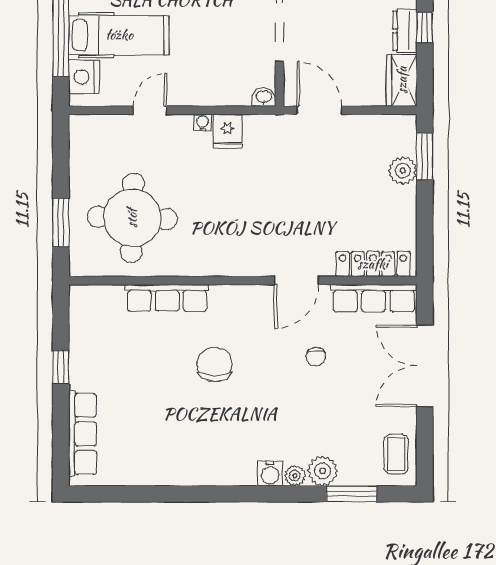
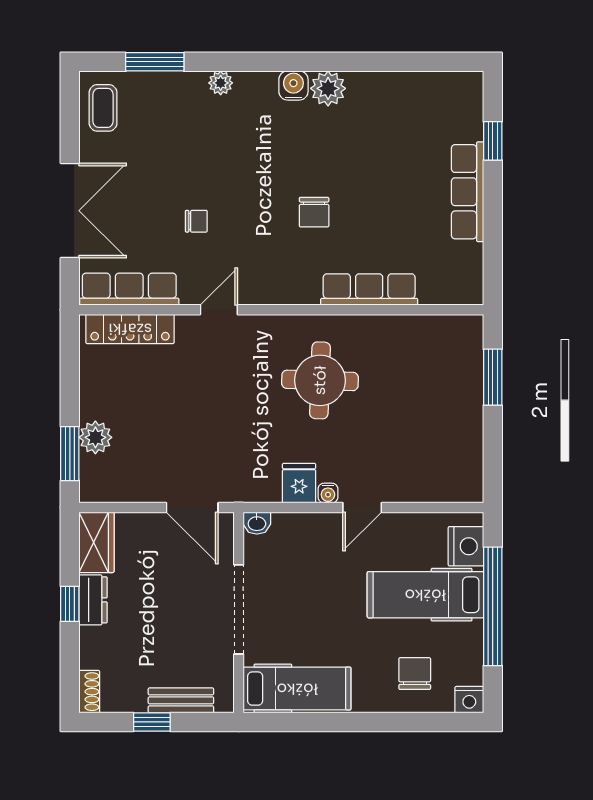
door: (150, 110) -> (362, 507), moved
round table: (132, 218) -> (320, 380), moved, width x0.73, depth x0.73
door: (296, 280) -> (219, 310), width x0.73
chair: (316, 357) -> (196, 221), turned 90
chair: (215, 364) -> (314, 212), width x0.73, depth x0.73
window: (61, 367) -> (493, 141), moved
row of seats: (83, 434) -> (467, 192), moved
plant: (323, 471) -> (328, 88), moved
water cooler: (270, 473) -> (293, 85), moved

